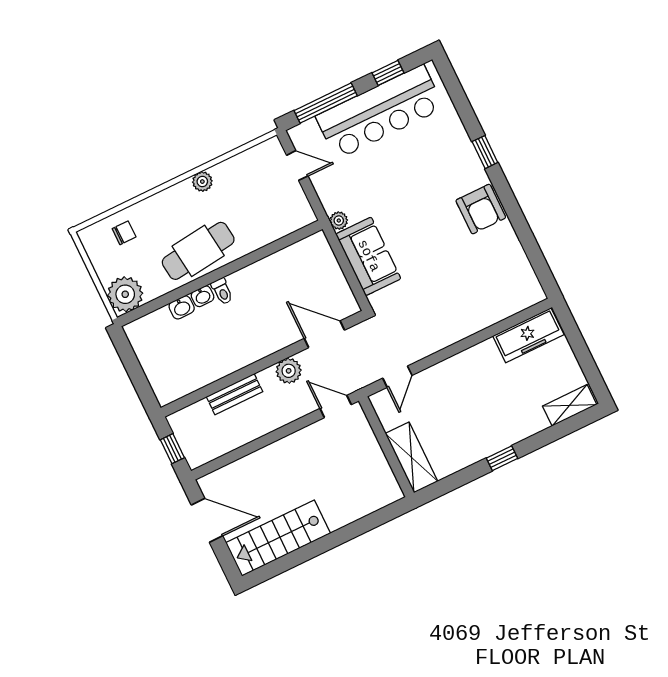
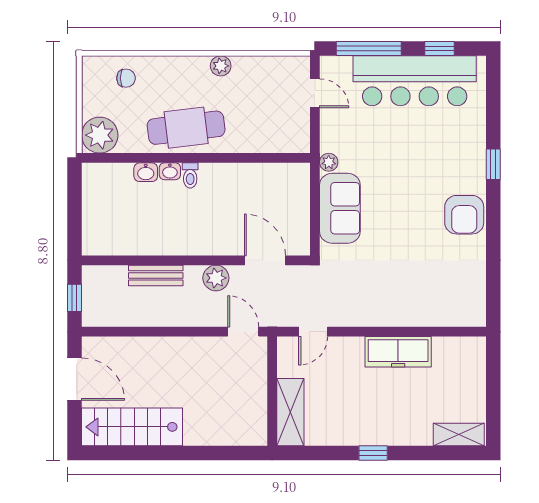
freezer: (528, 335) -> (398, 352), moved

